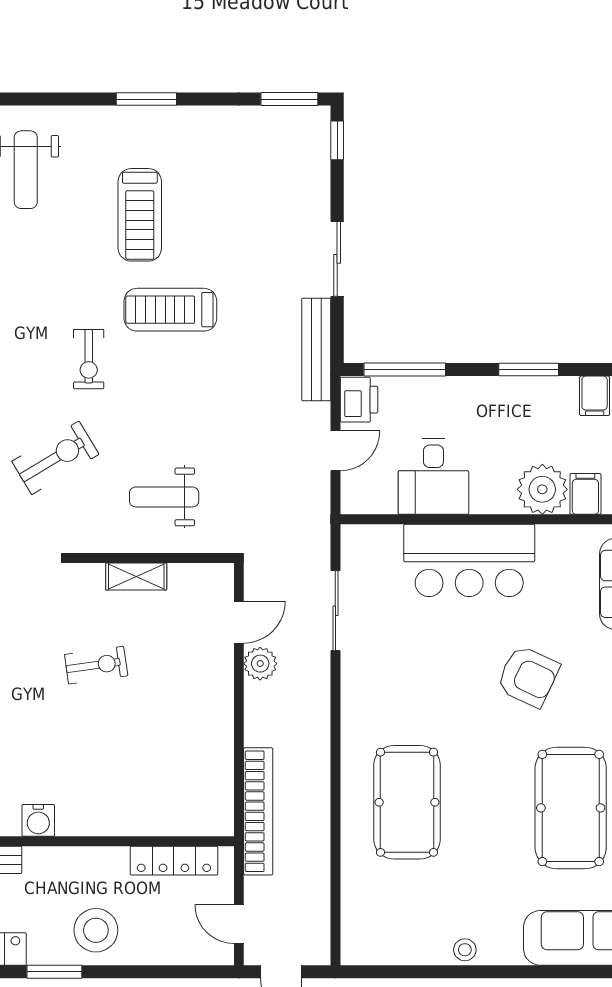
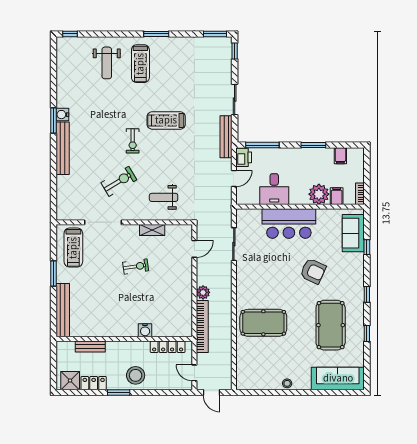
treadmill: (140, 215) -> (140, 64), moved
plant: (260, 664) -> (203, 292), moved
pool table: (407, 802) -> (263, 323), turned 90
water cooler: (38, 820) -> (145, 330), moved

